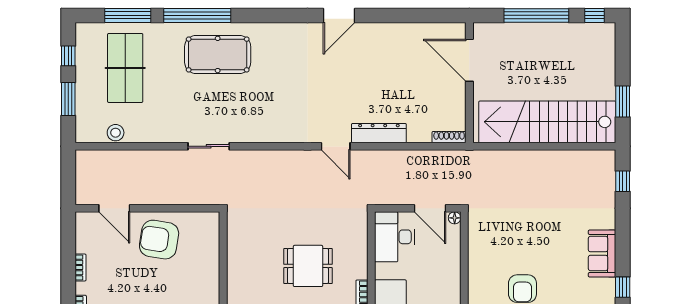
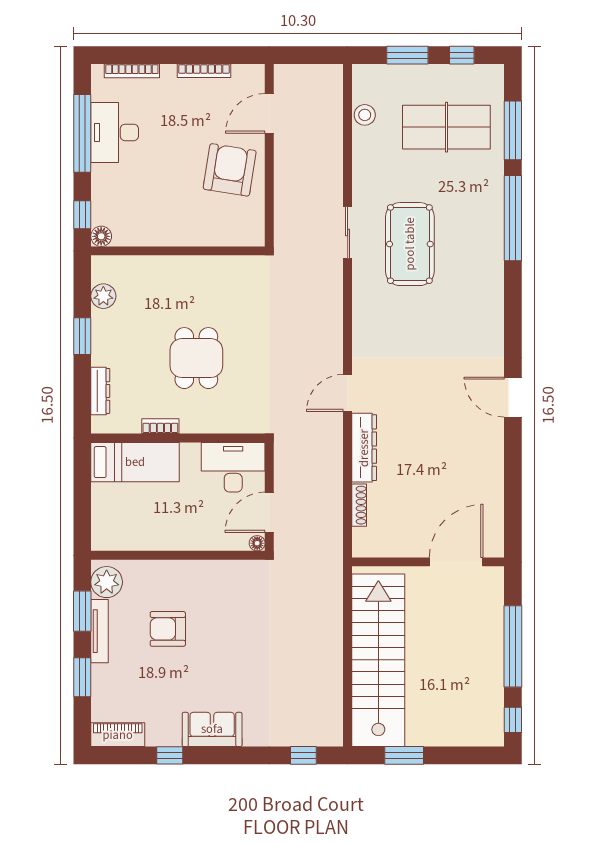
pool table: (218, 54) -> (410, 244), moved
shoe rack: (449, 137) -> (359, 505), moved
bookcase: (80, 268) -> (204, 71), width x1.56

